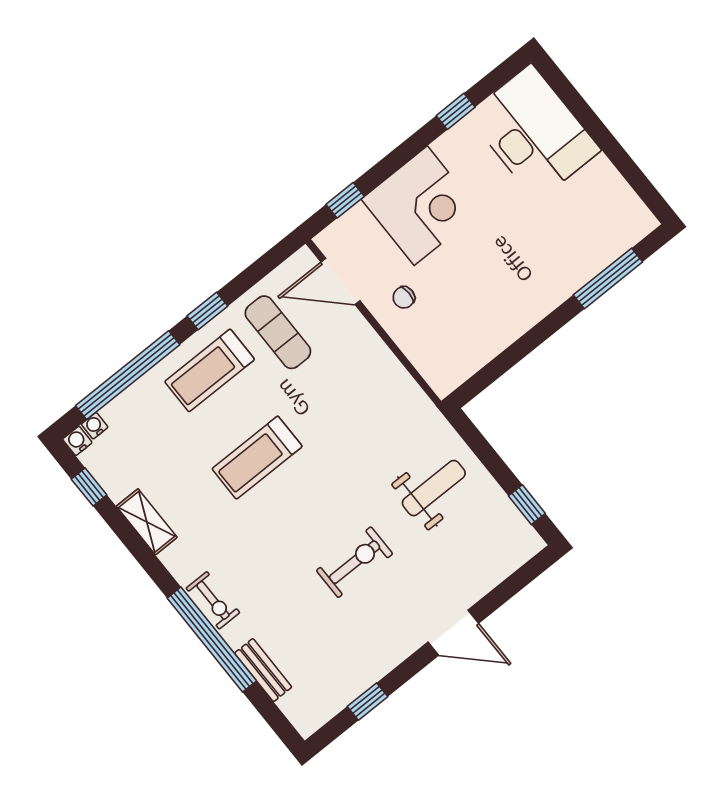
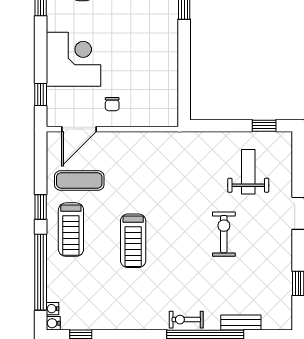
weight bench: (434, 488) -> (248, 172), moved
shelving: (147, 522) -> (121, 321), removed
exercise bike: (213, 600) -> (186, 320), turned 180

